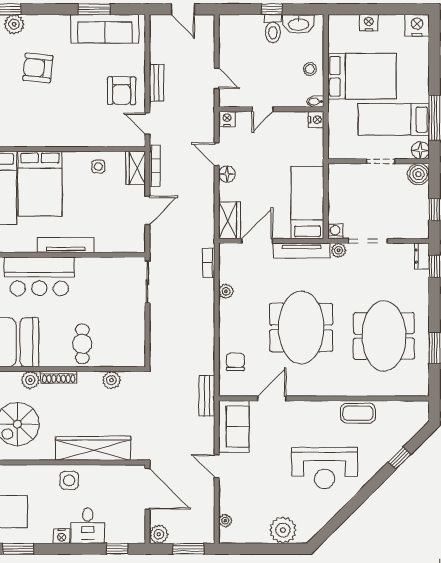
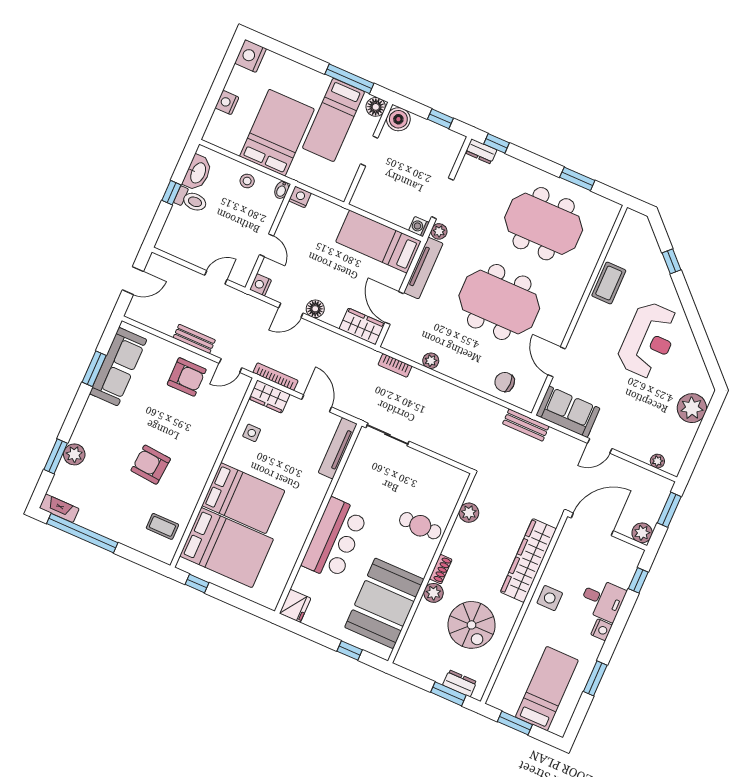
armchair: (38, 68) -> (151, 465), moved, turned 89
tv unit: (66, 245) -> (338, 448), moved
shoe rack: (59, 377) -> (441, 569), width x0.70

